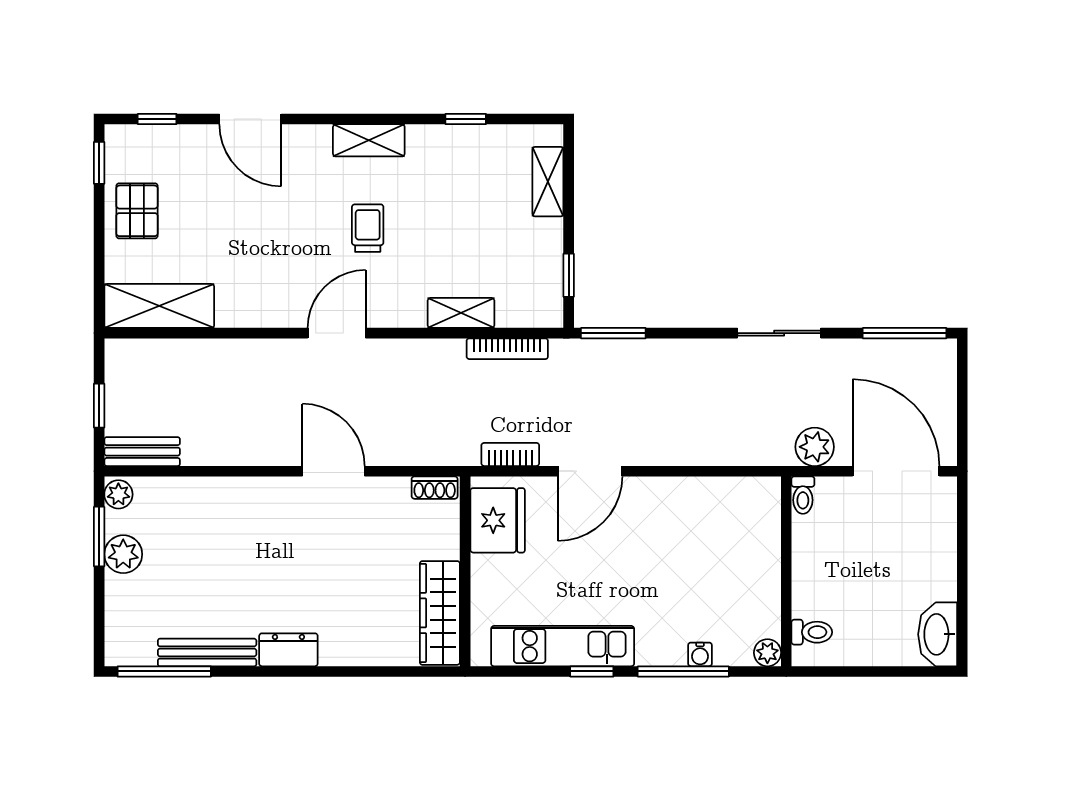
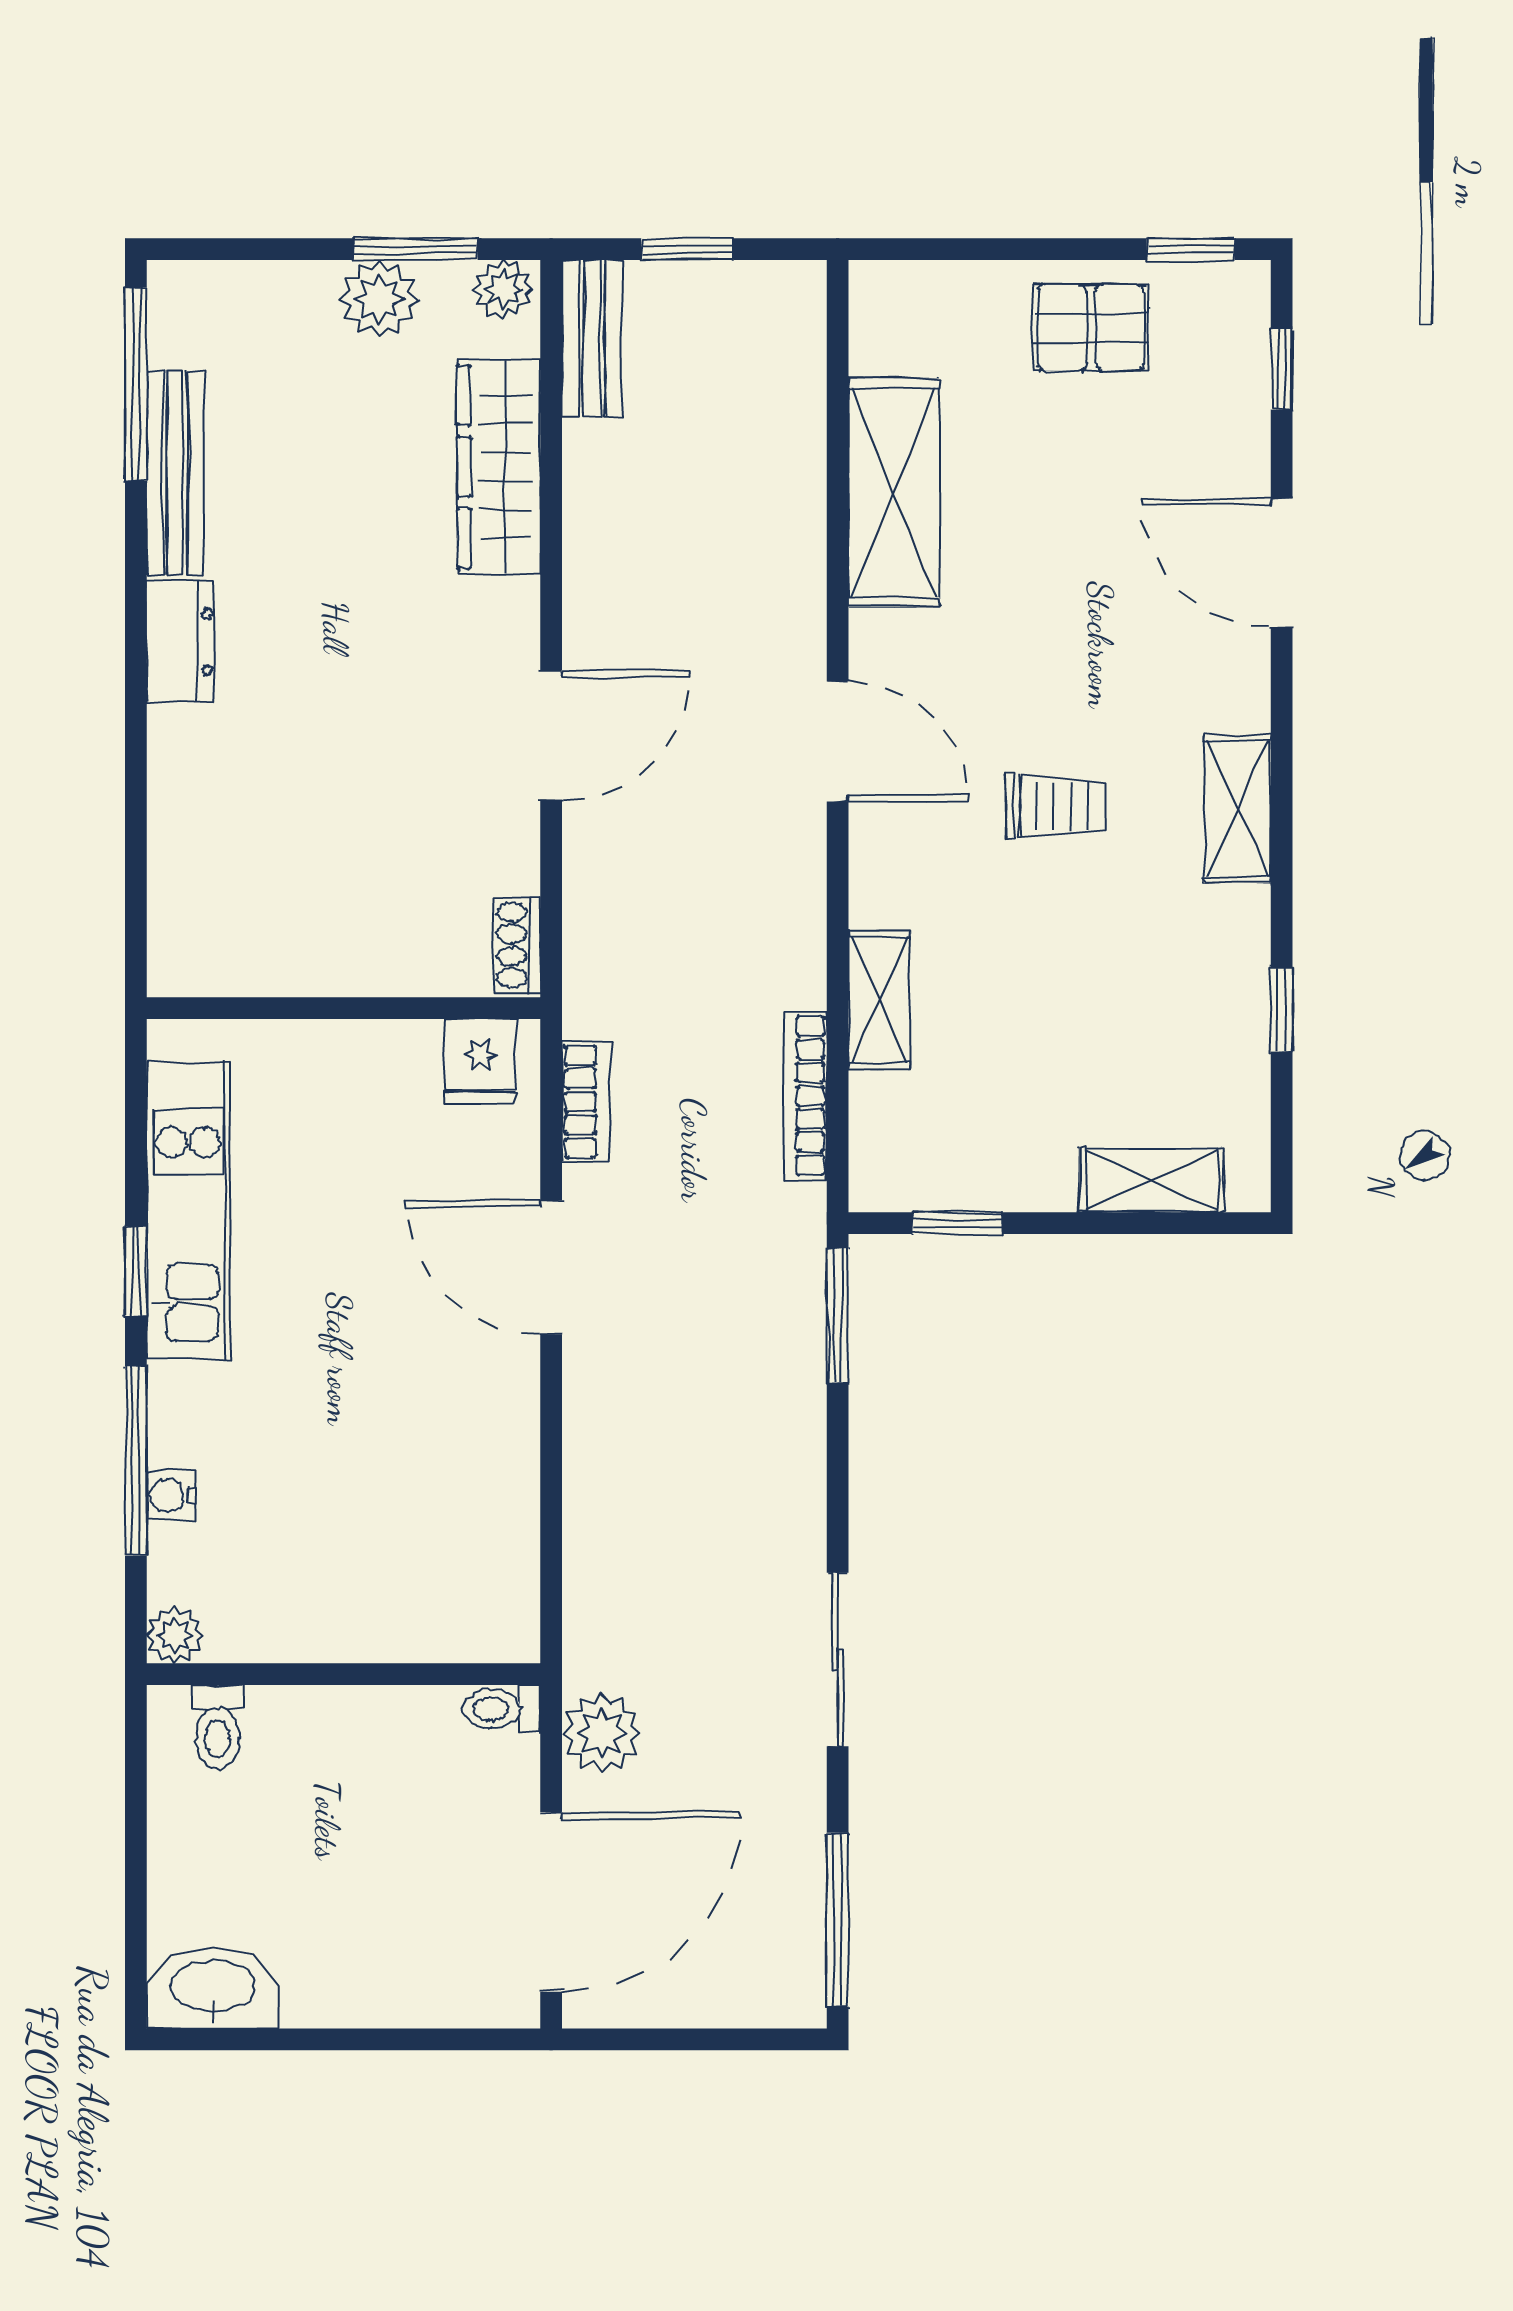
door: (250, 119) -> (1282, 563), hinge flipped
shelving: (159, 306) -> (894, 493), moved
fridge: (498, 520) -> (481, 1061), width x0.53, depth x0.75
wardrobe: (440, 613) -> (499, 467), moved, turned -90

